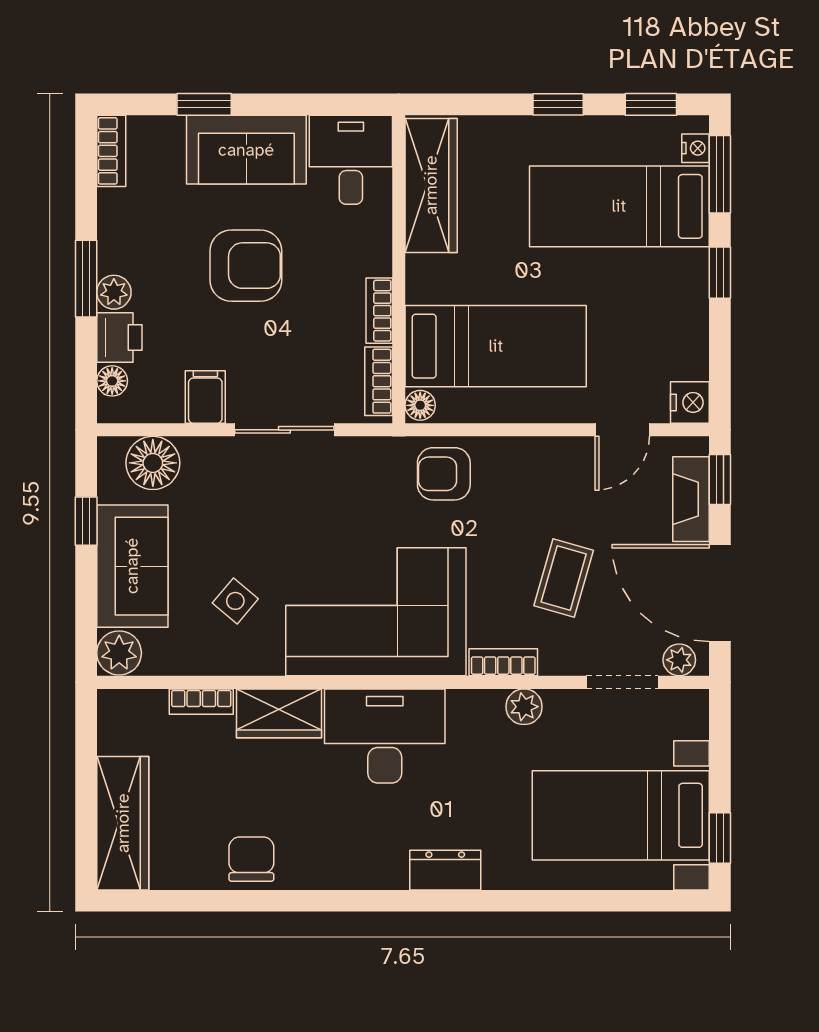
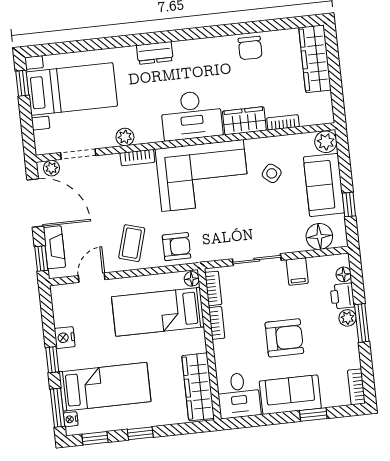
armchair: (246, 266) -> (284, 338), turned 180
nightstand: (690, 402) -> (65, 338), moved
coffee table: (564, 578) -> (132, 243), moved

